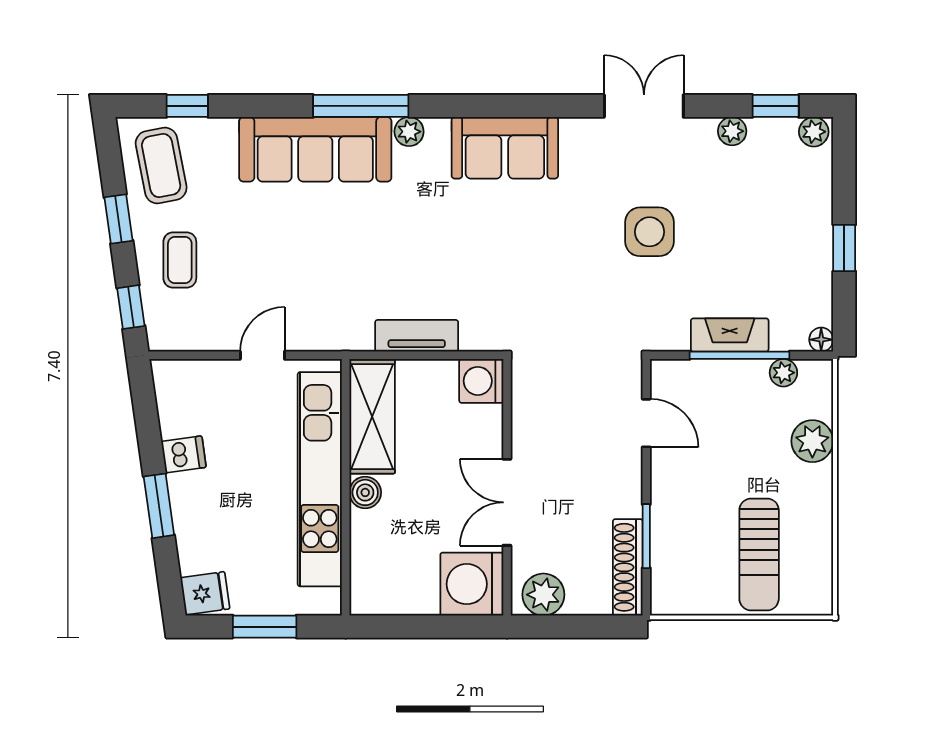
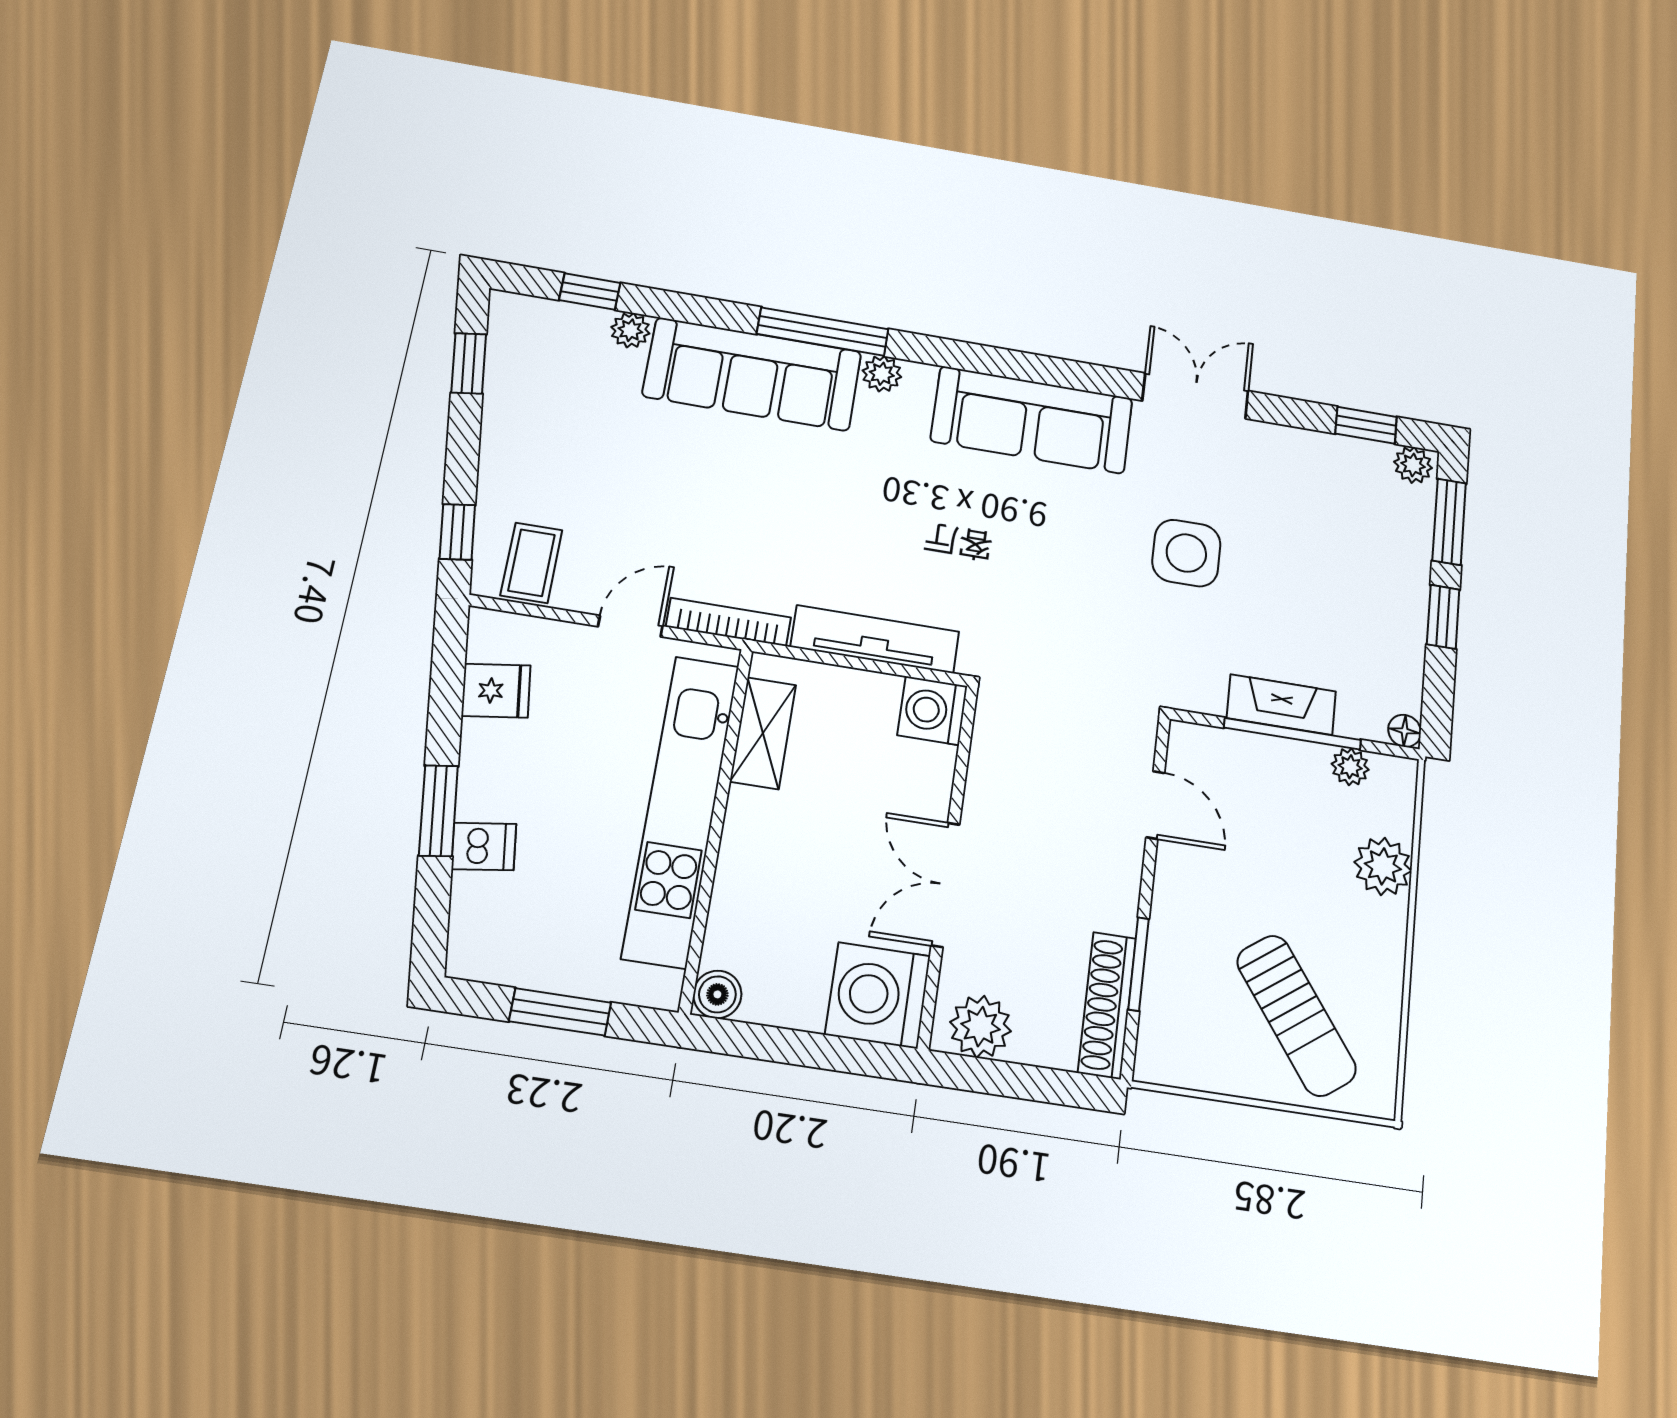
plant: (732, 131) -> (630, 330), moved
sofa: (505, 148) -> (1032, 420), width x1.36
coffee table: (161, 166) -> (539, 358), removed
window: (844, 172) -> (1449, 522), added
window: (118, 219) -> (469, 363), moved
coffee table: (180, 260) -> (531, 563), moved
tv unit: (417, 336) -> (875, 639), width x1.41
bookcase: (329, 341) -> (728, 622), added
shelving: (372, 417) -> (763, 733), width x0.67, depth x0.75
dishwasher: (184, 454) -> (484, 847), moved
boiler: (365, 492) -> (717, 994), moved
sun lounger: (759, 554) -> (1296, 1015), turned -36
fridge: (205, 593) -> (496, 691), moved

